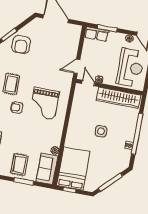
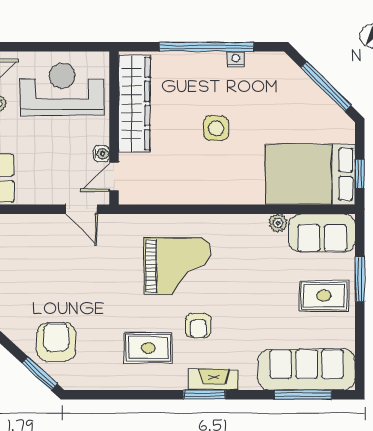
armchair: (21, 45) -> (56, 342), turned -90

